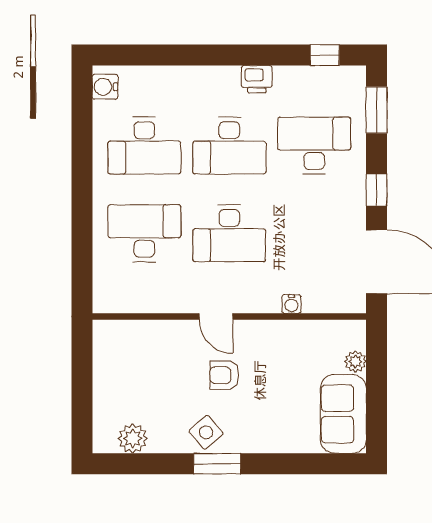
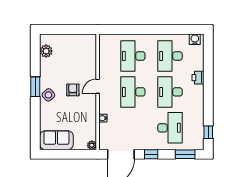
printer: (257, 79) -> (198, 78), moved
desk: (144, 233) -> (133, 56), turned 180
plant: (355, 362) -> (92, 145), moved
side table: (206, 432) -> (48, 95), moved

